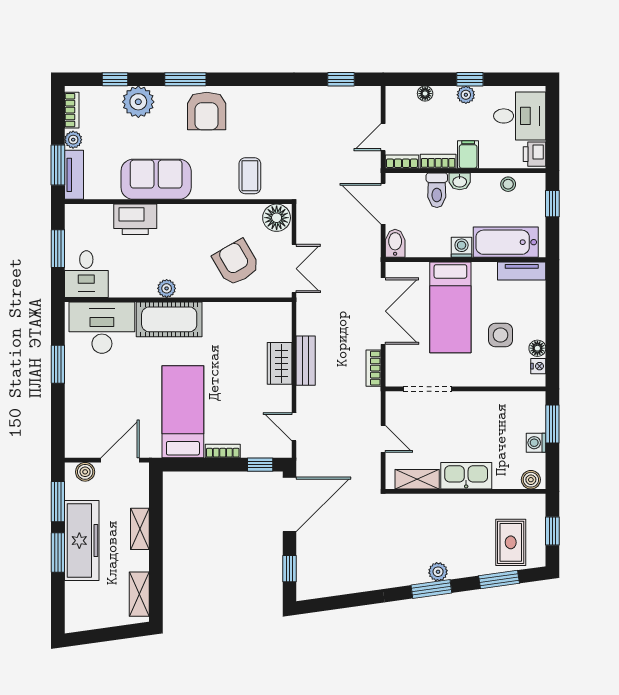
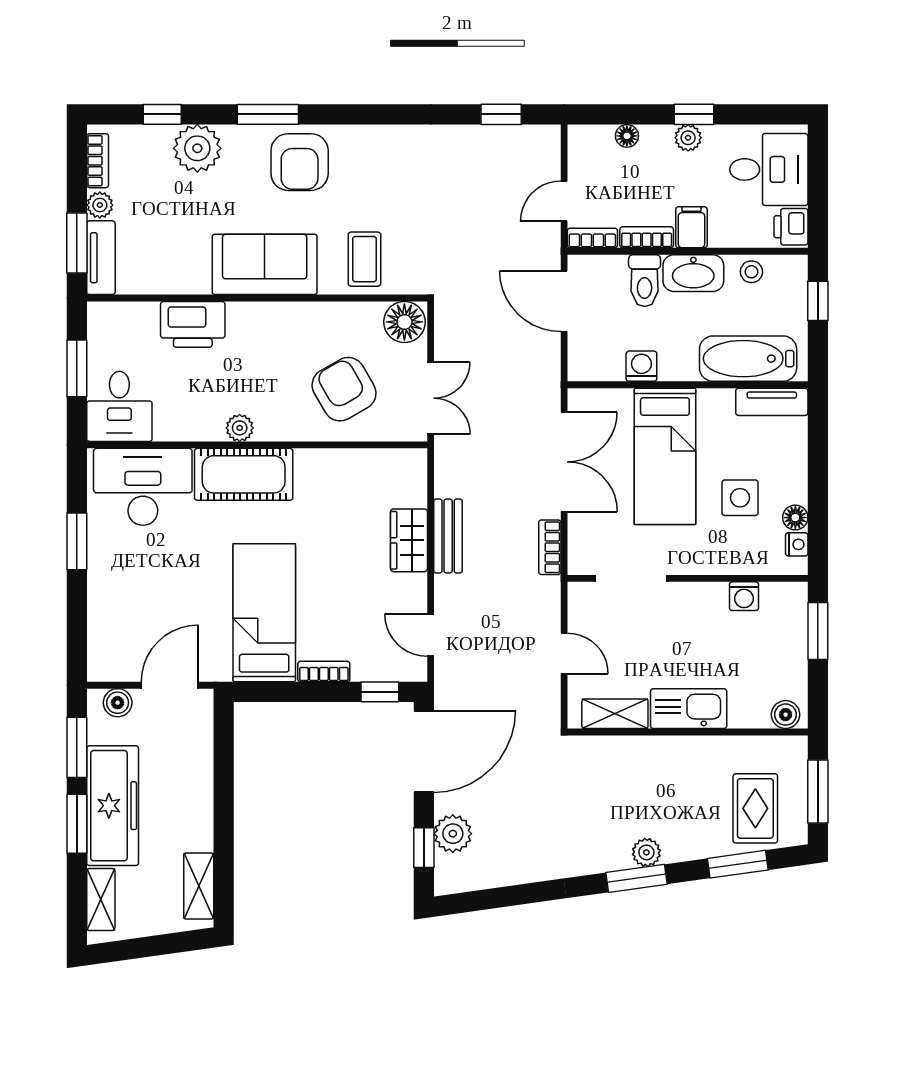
sofa: (156, 179) -> (265, 264), moved
washbasin: (460, 181) -> (693, 273), width x1.91, depth x1.45
bidet: (395, 243) -> (582, 360), removed
washing machine: (462, 247) -> (641, 366), moved
washing machine: (536, 443) -> (744, 596), moved, turned -90
shelving: (140, 529) -> (101, 900), moved
window: (552, 531) -> (818, 791), width x1.50
plant: (309, 559) -> (453, 834), added

